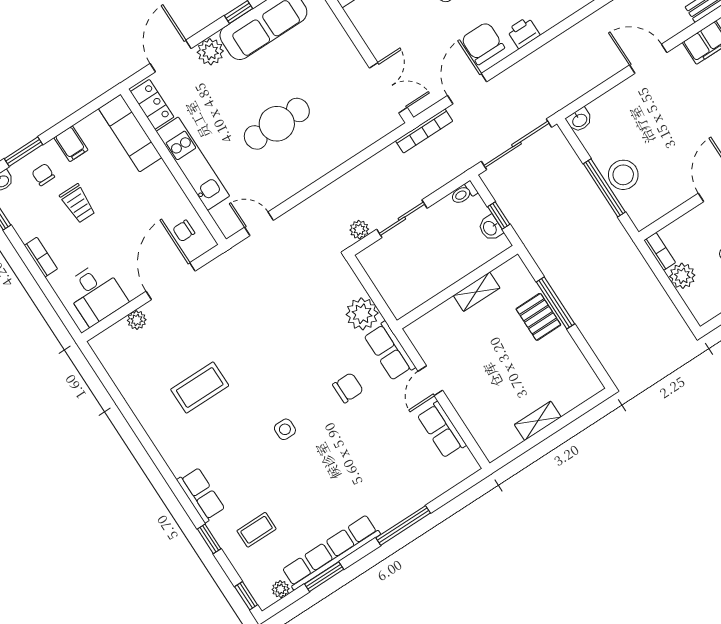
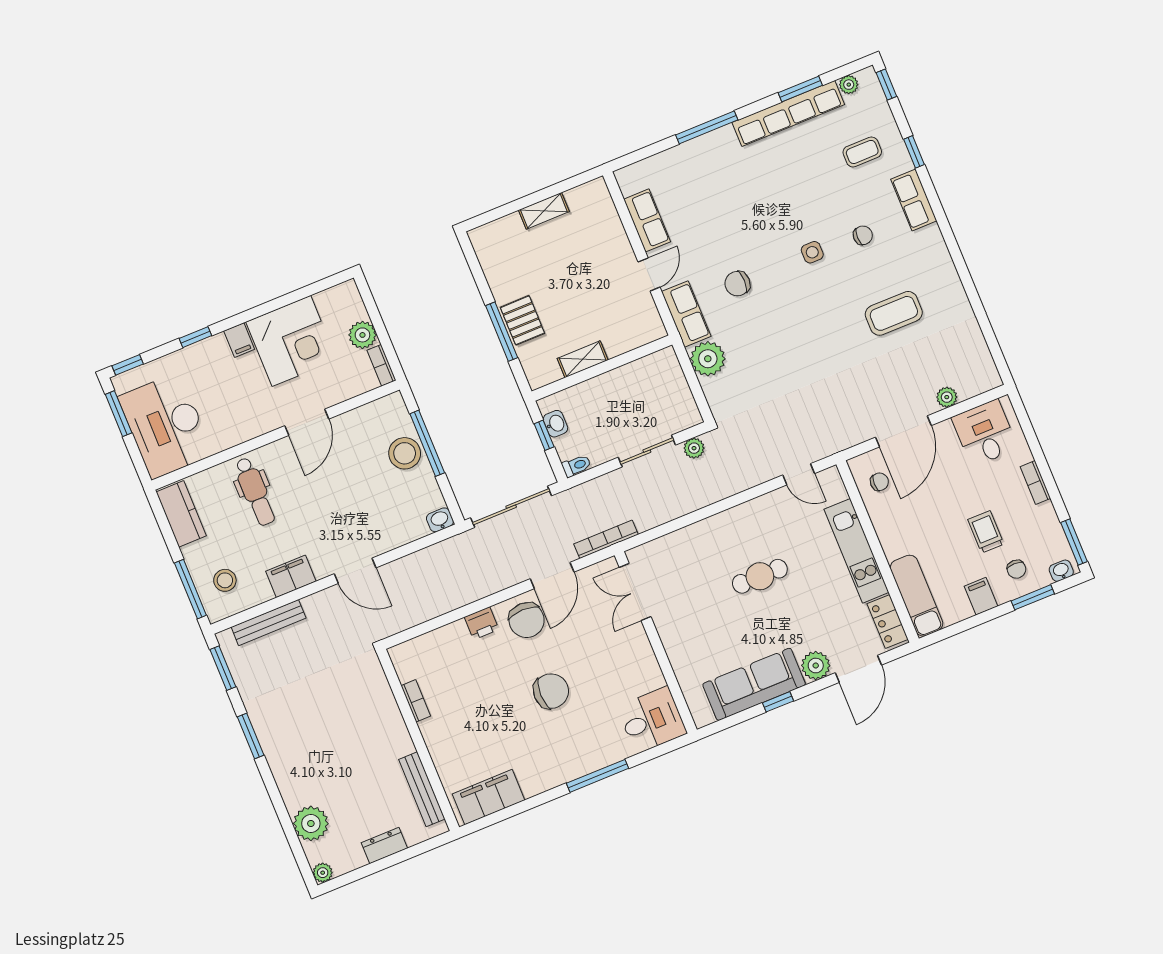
cafe table: (277, 124) -> (760, 576), width x0.73, depth x0.74
chair: (242, 454) -> (863, 235), added

